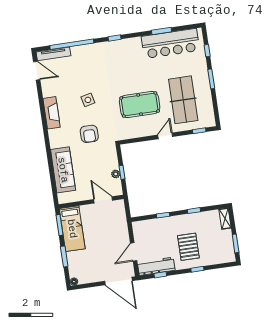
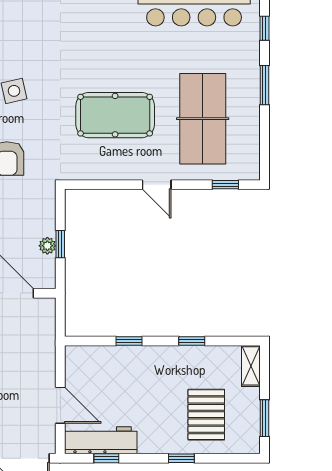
door: (165, 136) -> (157, 185), swing flipped
pallet: (188, 247) -> (206, 415), moved
door: (134, 252) -> (60, 405), swing flipped

